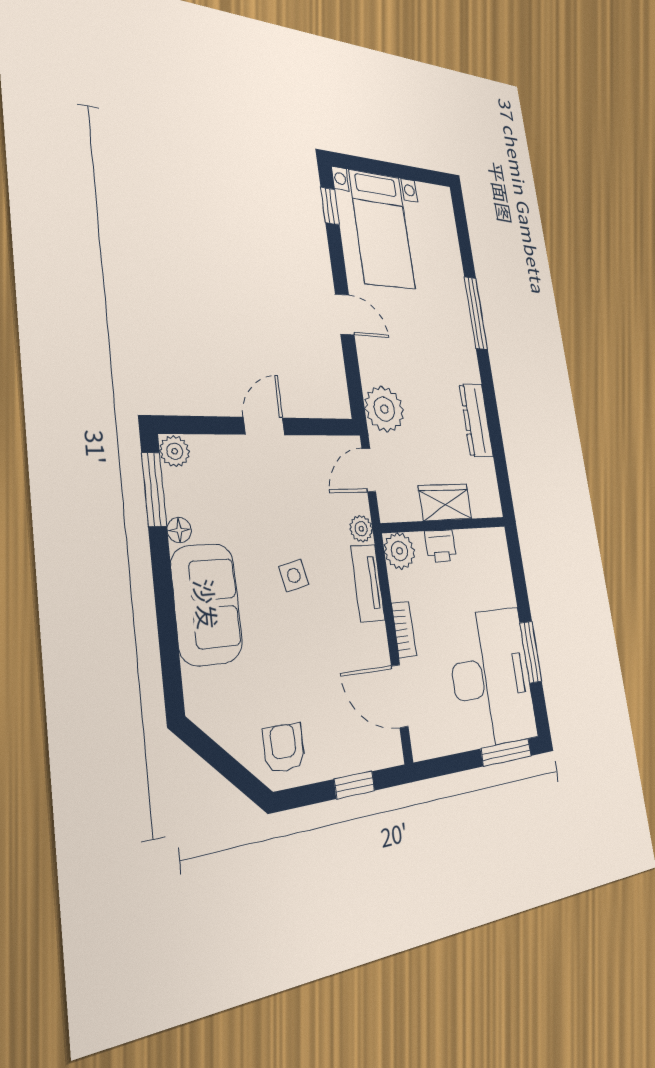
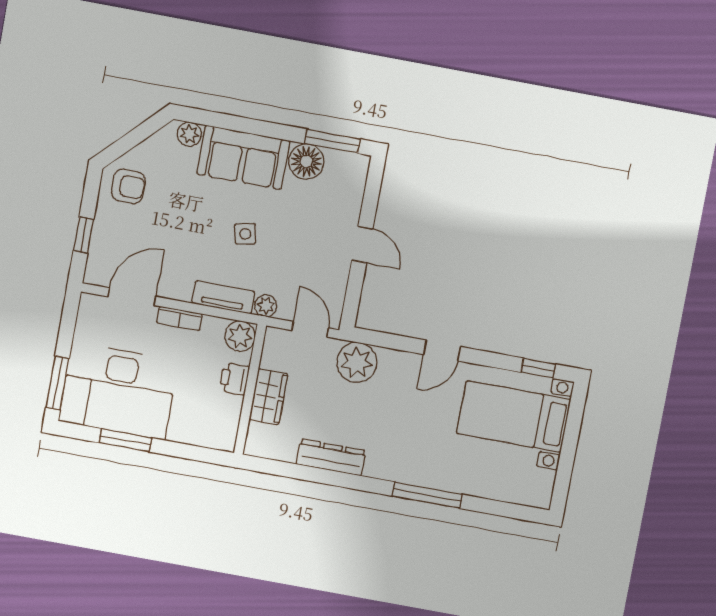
plant: (175, 451) -> (189, 134), moved
floor lamp: (179, 530) -> (306, 162), width x1.89, depth x1.89

